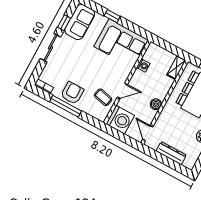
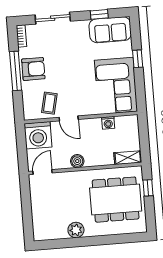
sliding door: (50, 48) -> (53, 18), moved
dresser: (171, 153) -> (38, 209), removed

